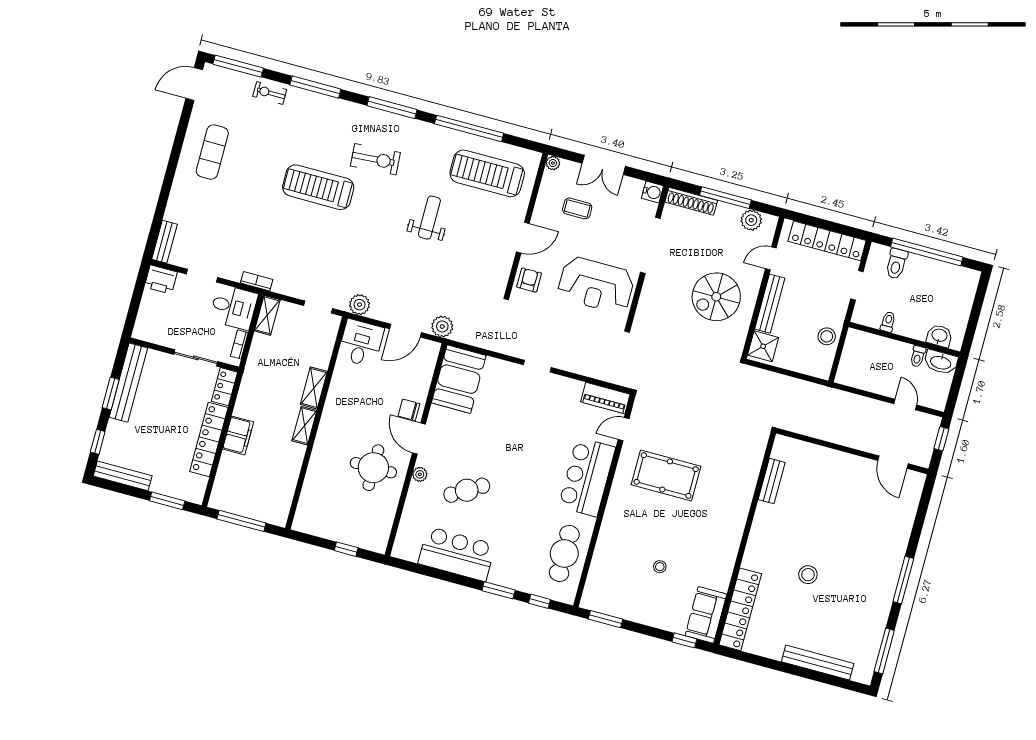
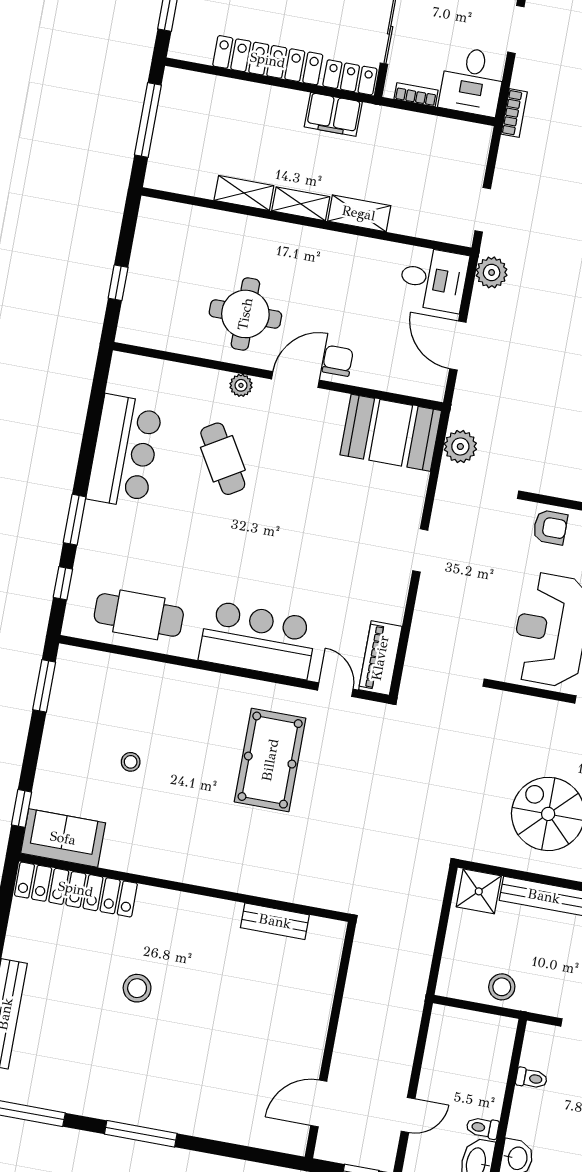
shelving: (267, 315) -> (244, 193), moved
plant: (442, 326) -> (460, 446), moved
filing cabinet: (238, 435) -> (333, 114), moved

